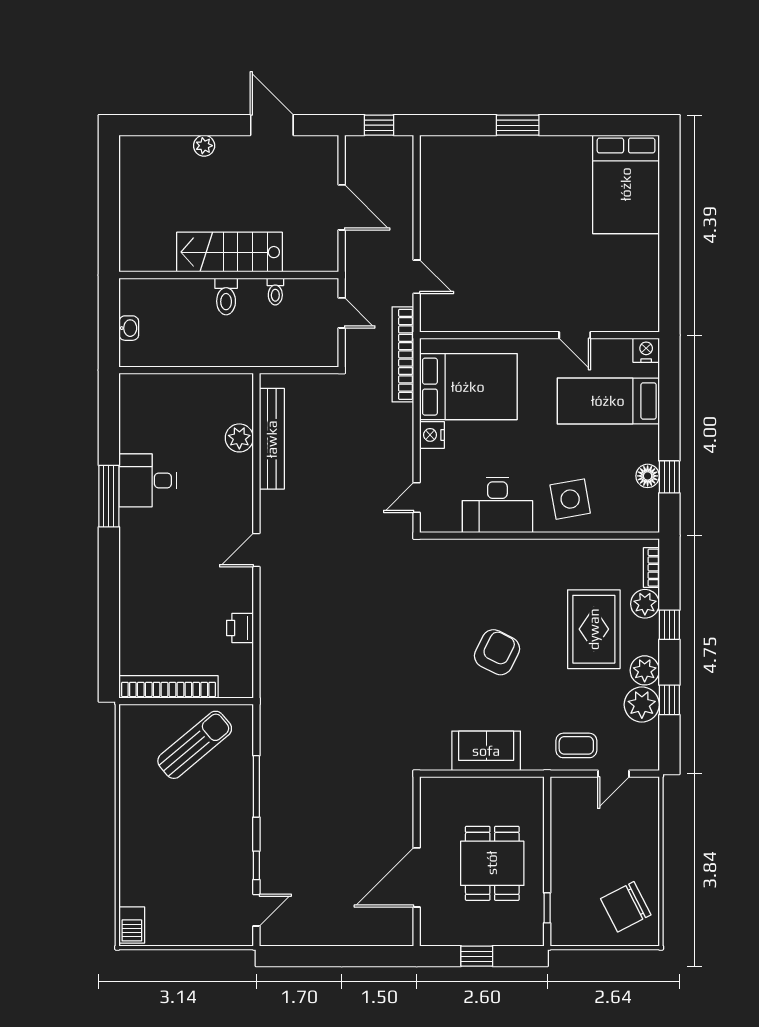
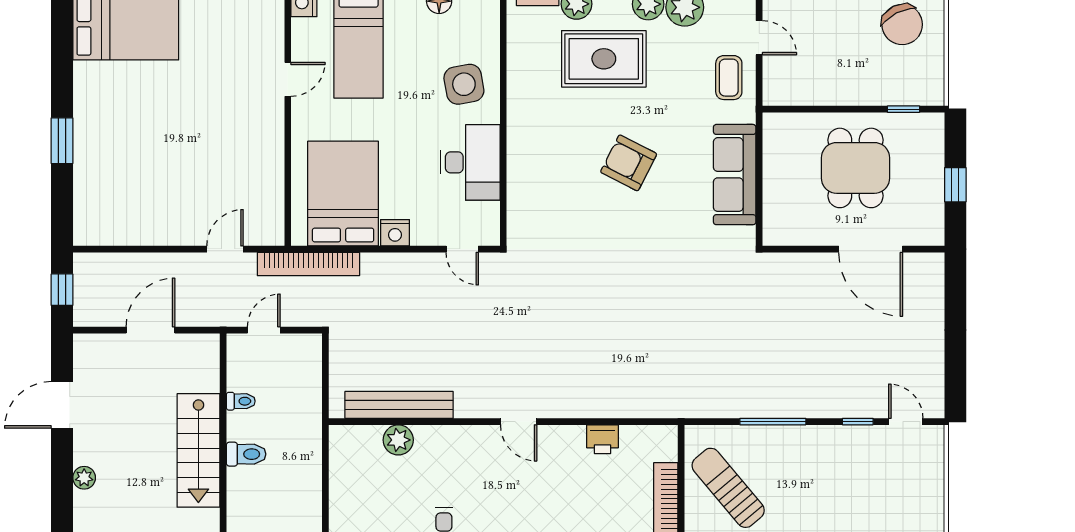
sofa: (486, 751) -> (735, 175), width x1.36
dining table: (492, 863) -> (855, 168), turned 90

